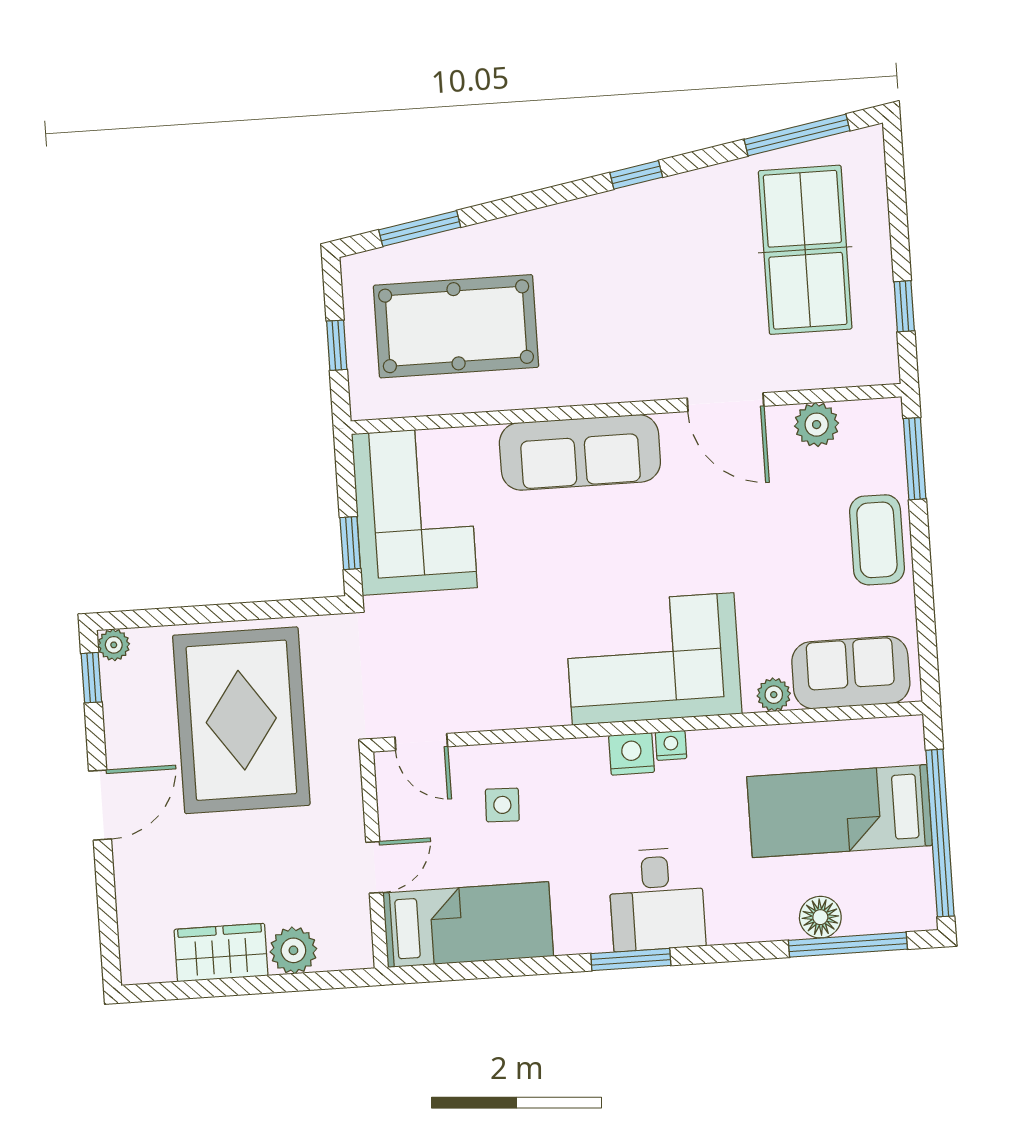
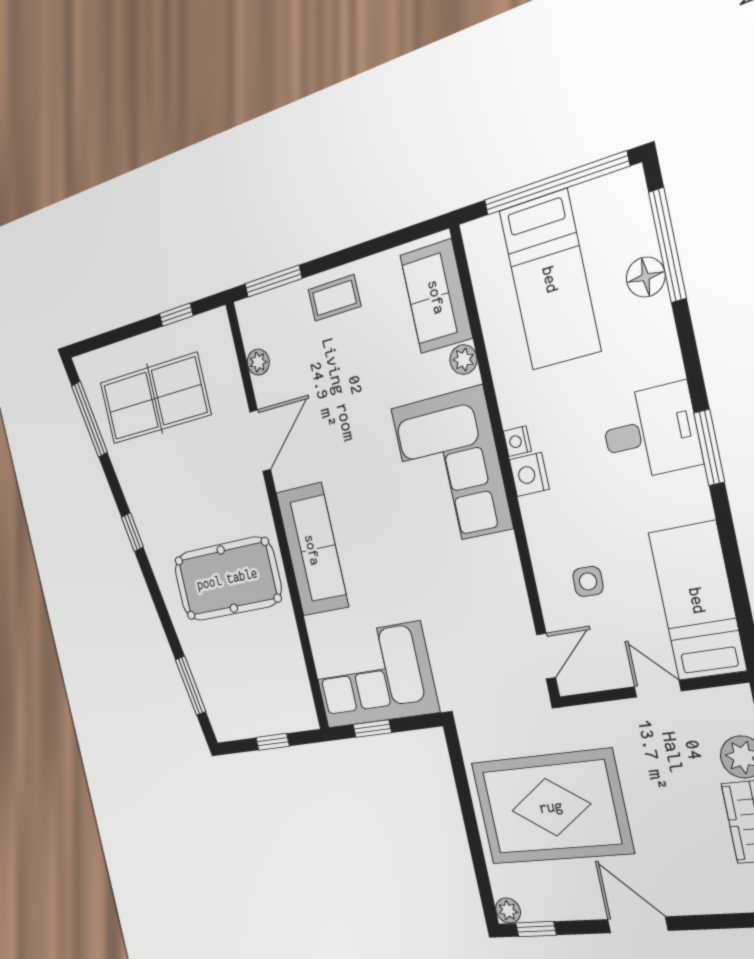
pool table: (456, 326) -> (227, 579), moved, turned 90
plant: (817, 425) -> (258, 362), width x0.73, depth x0.73
coffee table: (877, 540) -> (334, 298), width x0.73, depth x0.77
window: (350, 543) -> (372, 729), moved

